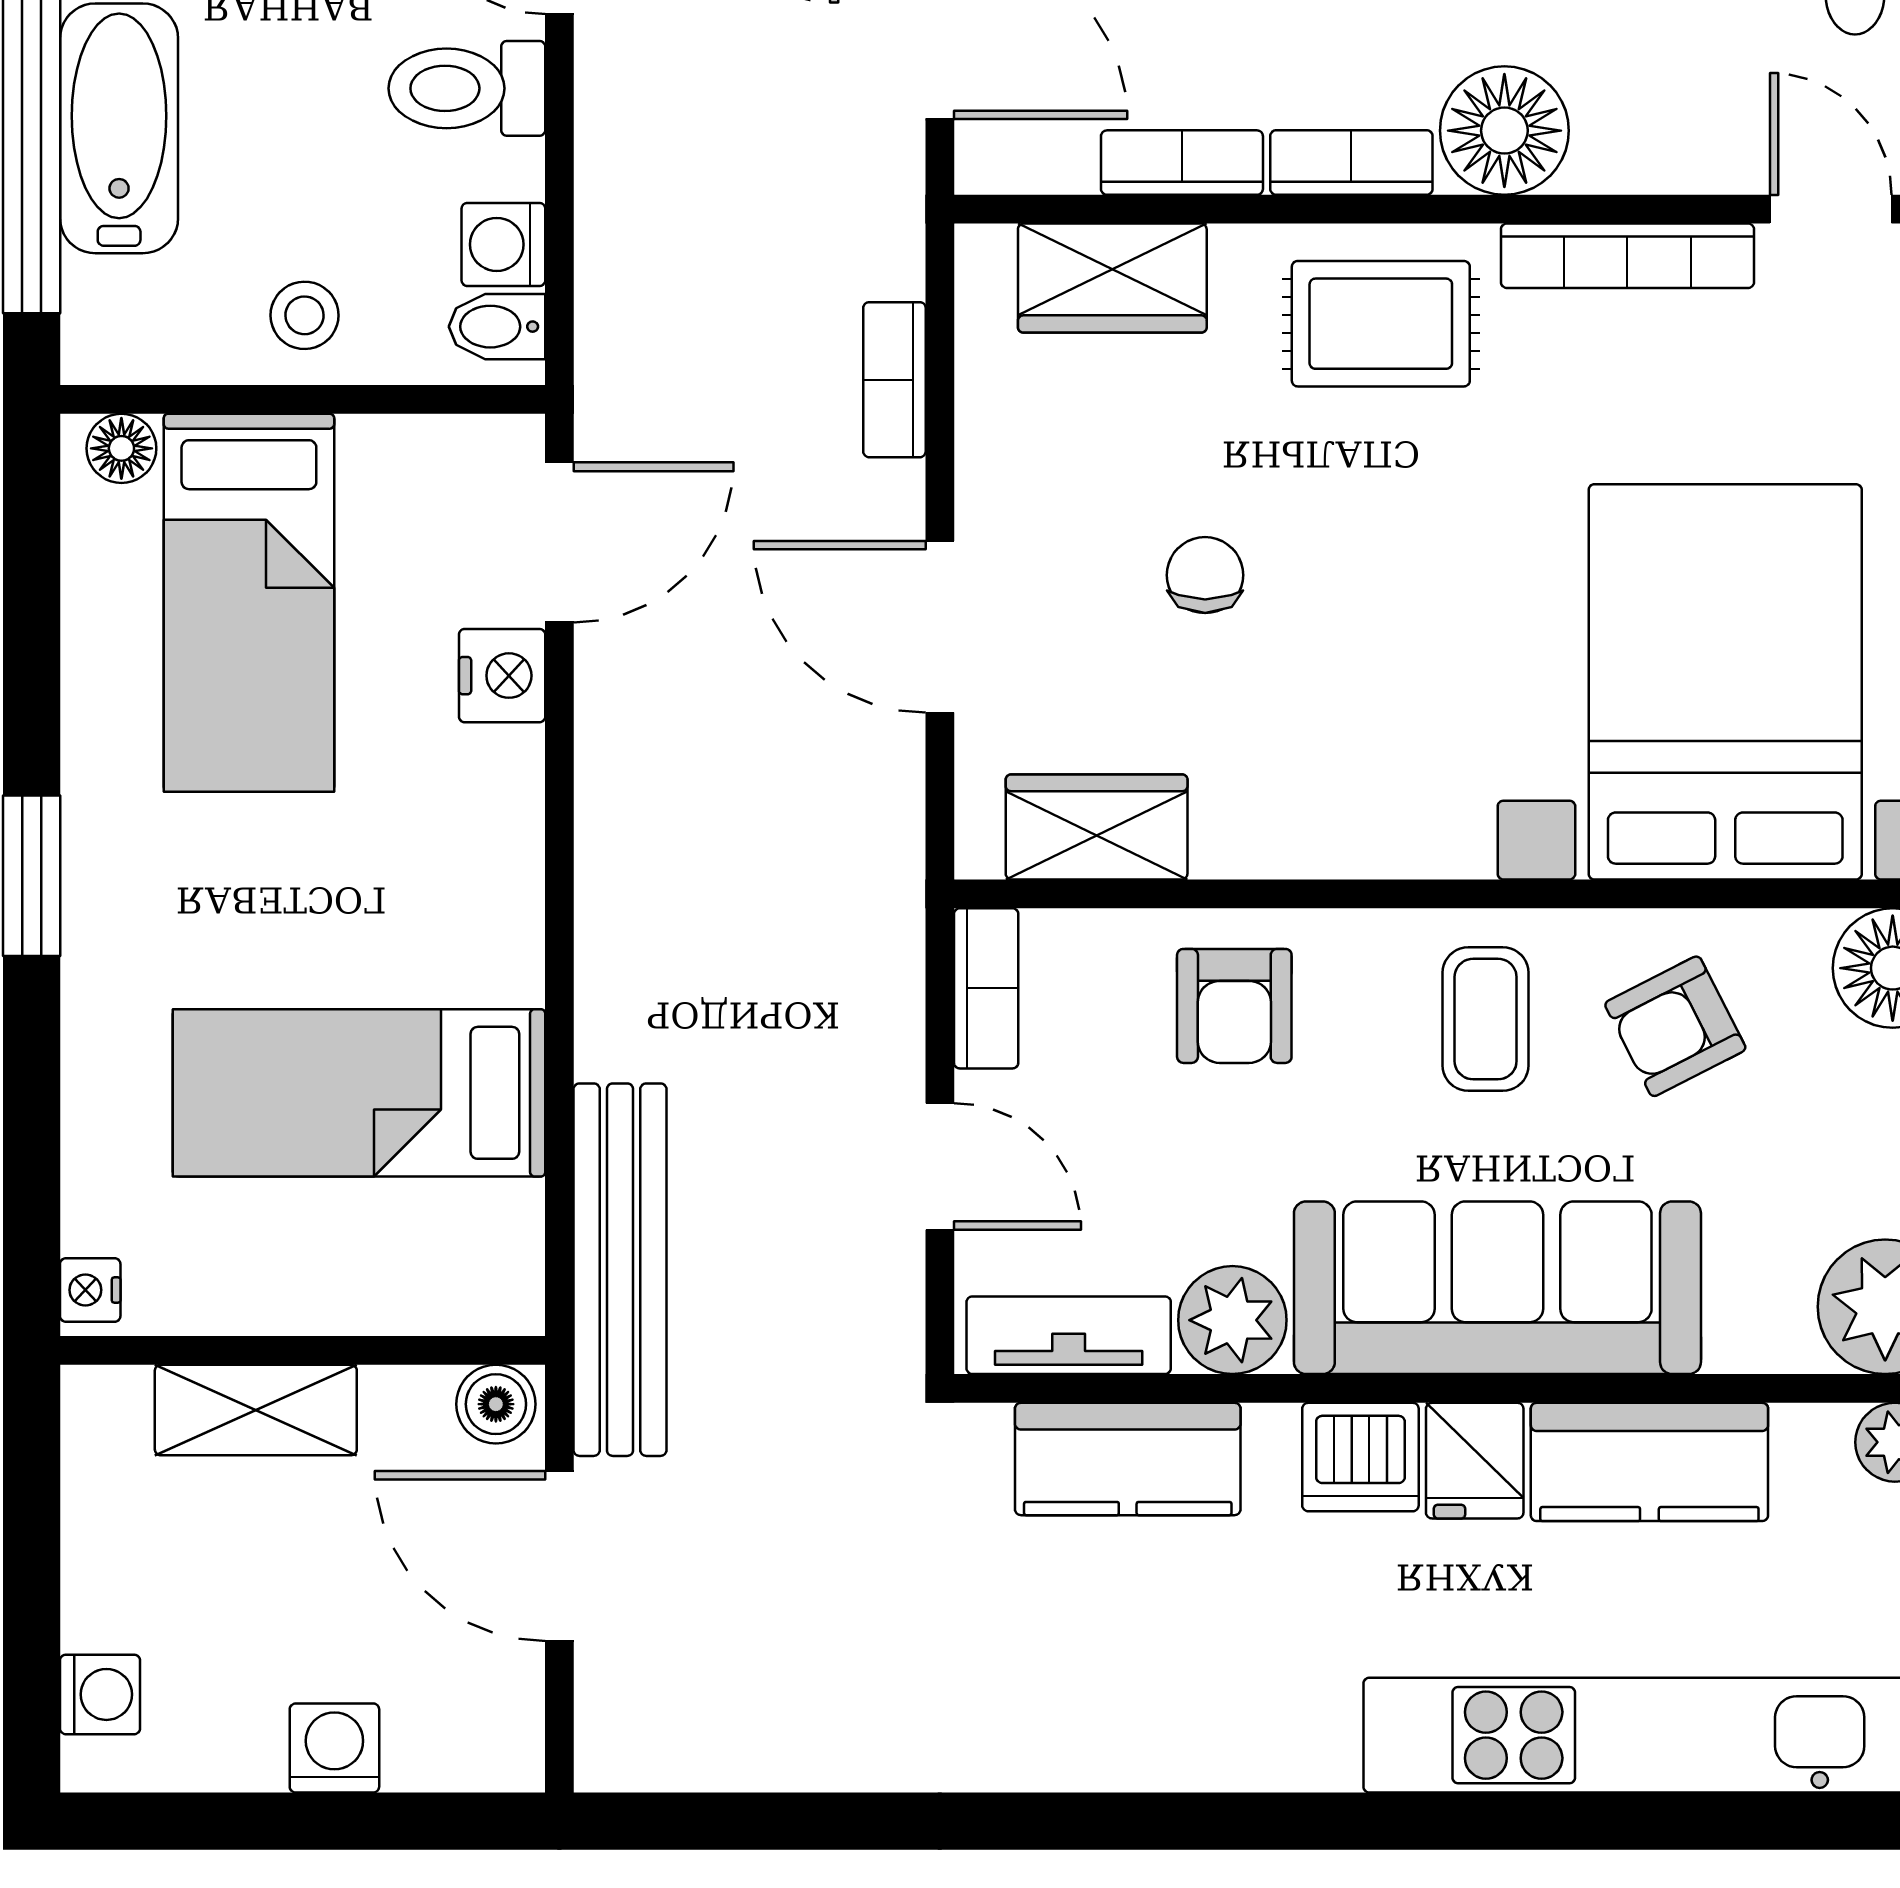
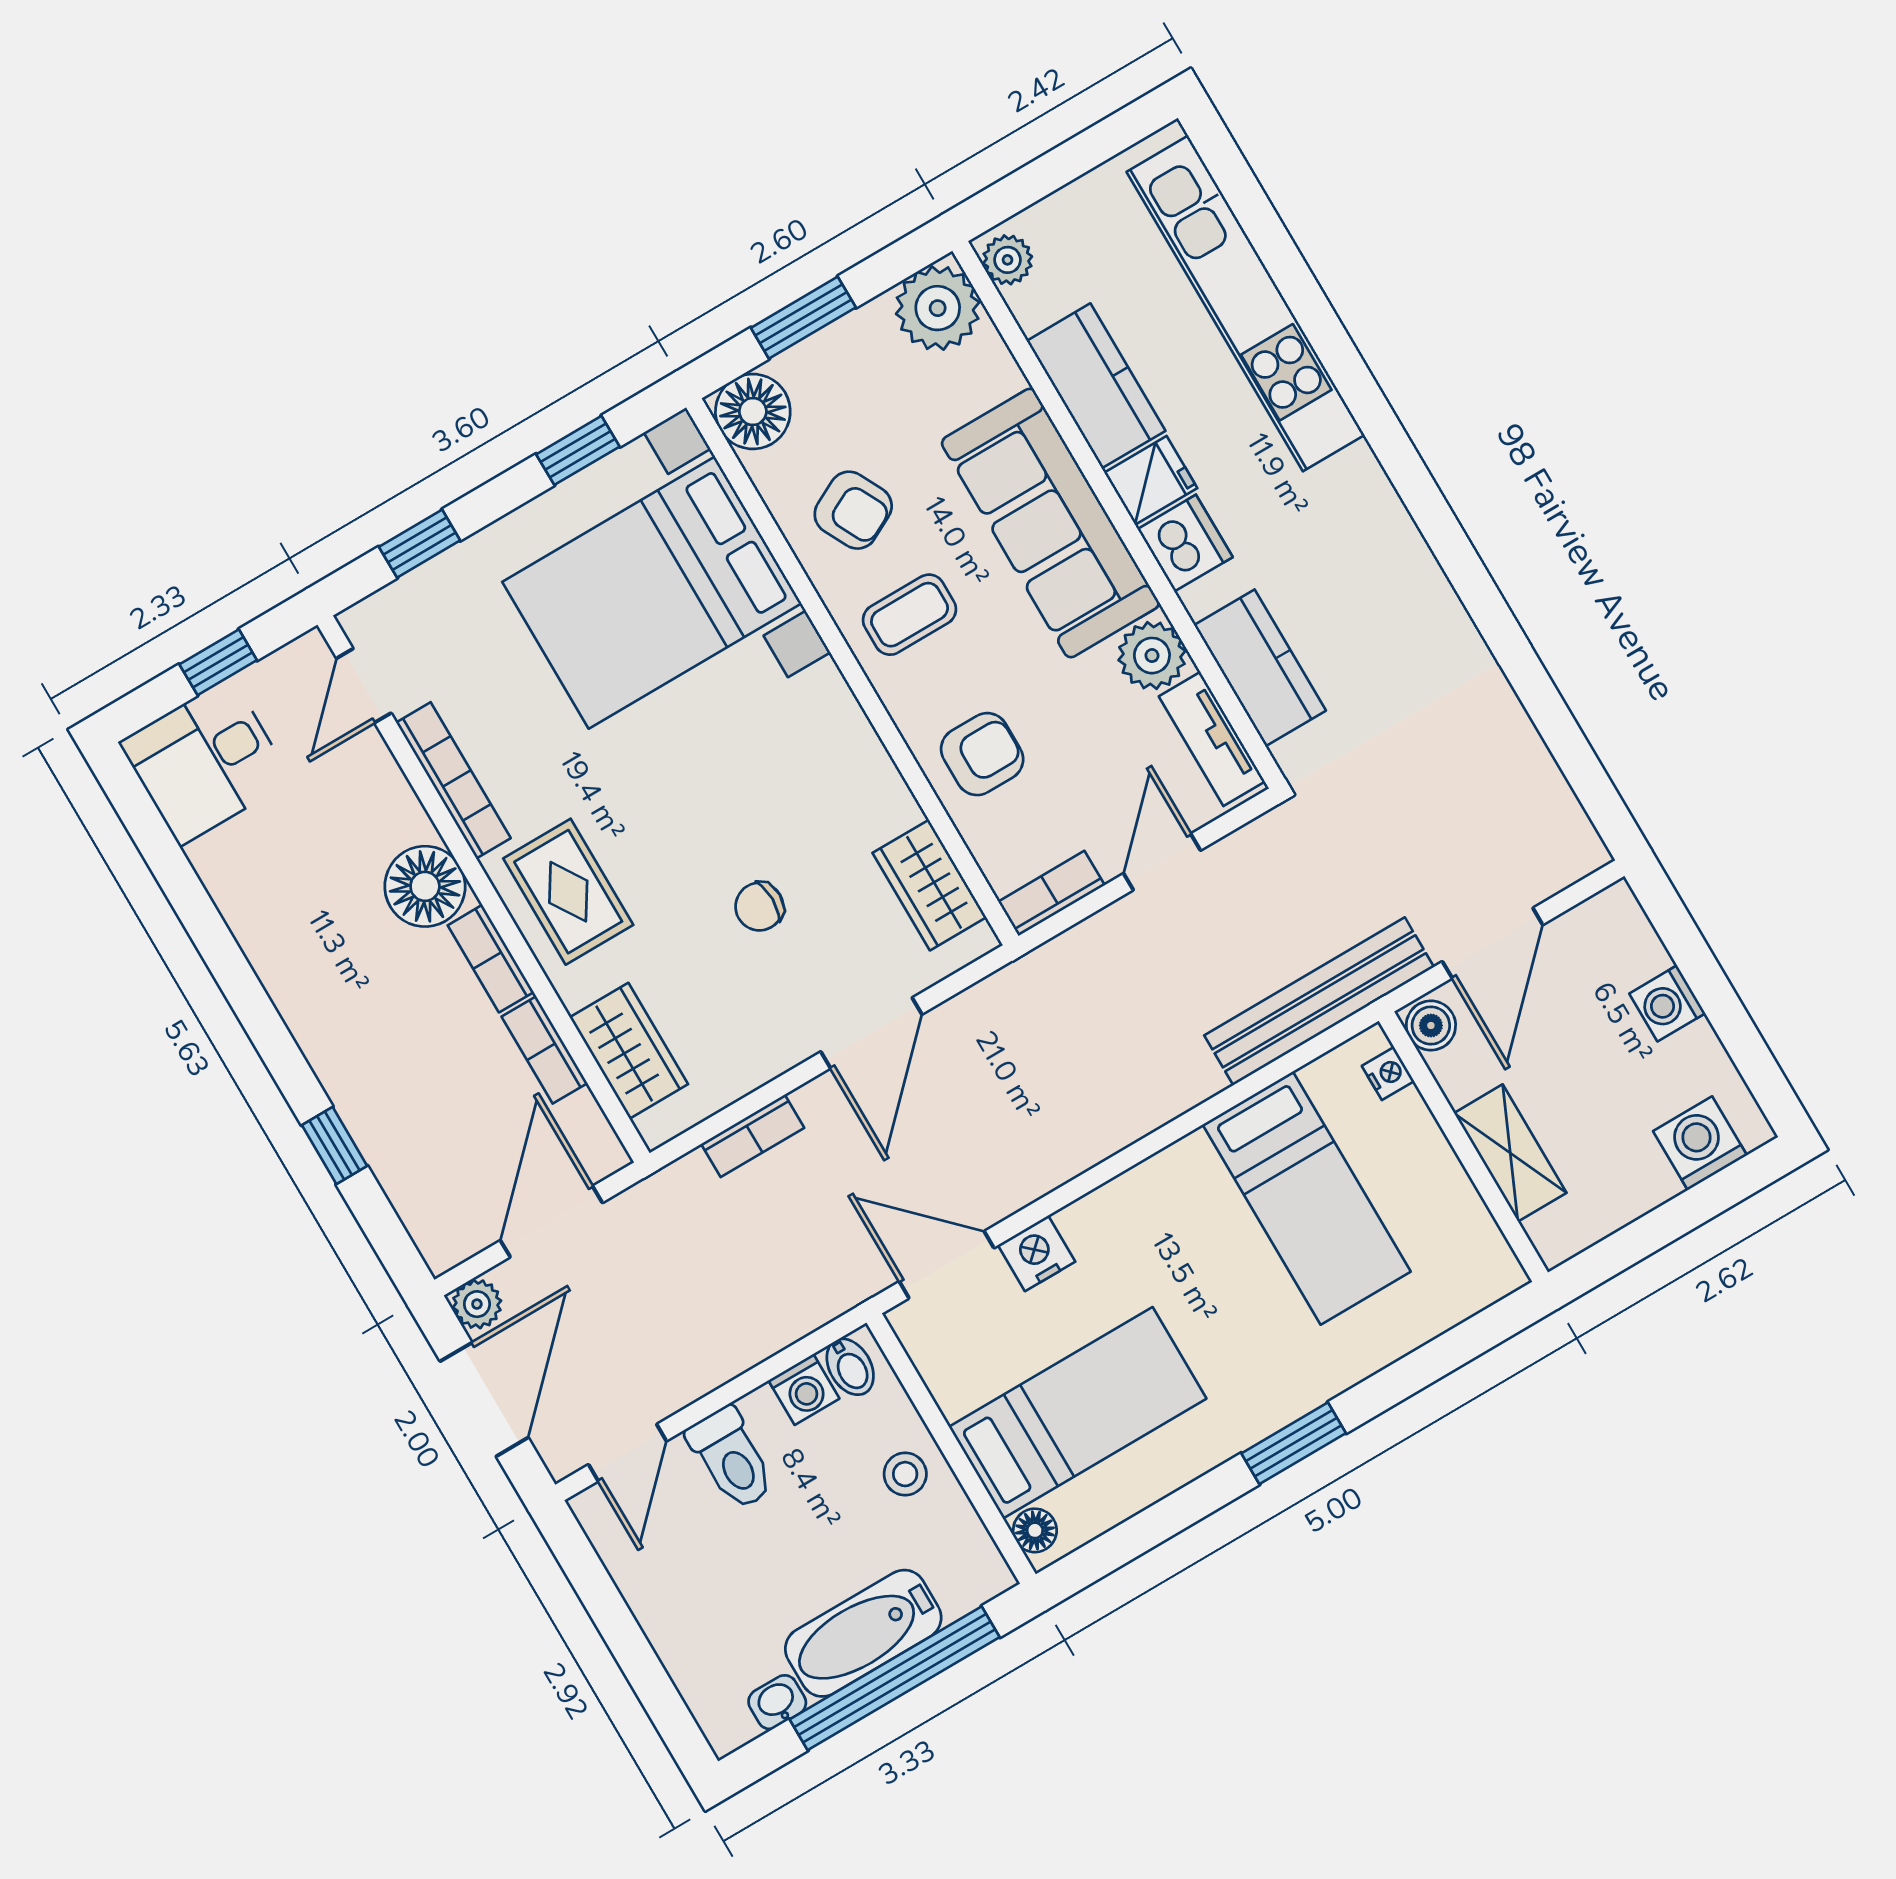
nightstand: (90, 1290) -> (1388, 1074), moved, turned -90
washing machine: (100, 1694) -> (1700, 1143), width x1.38, depth x1.38

